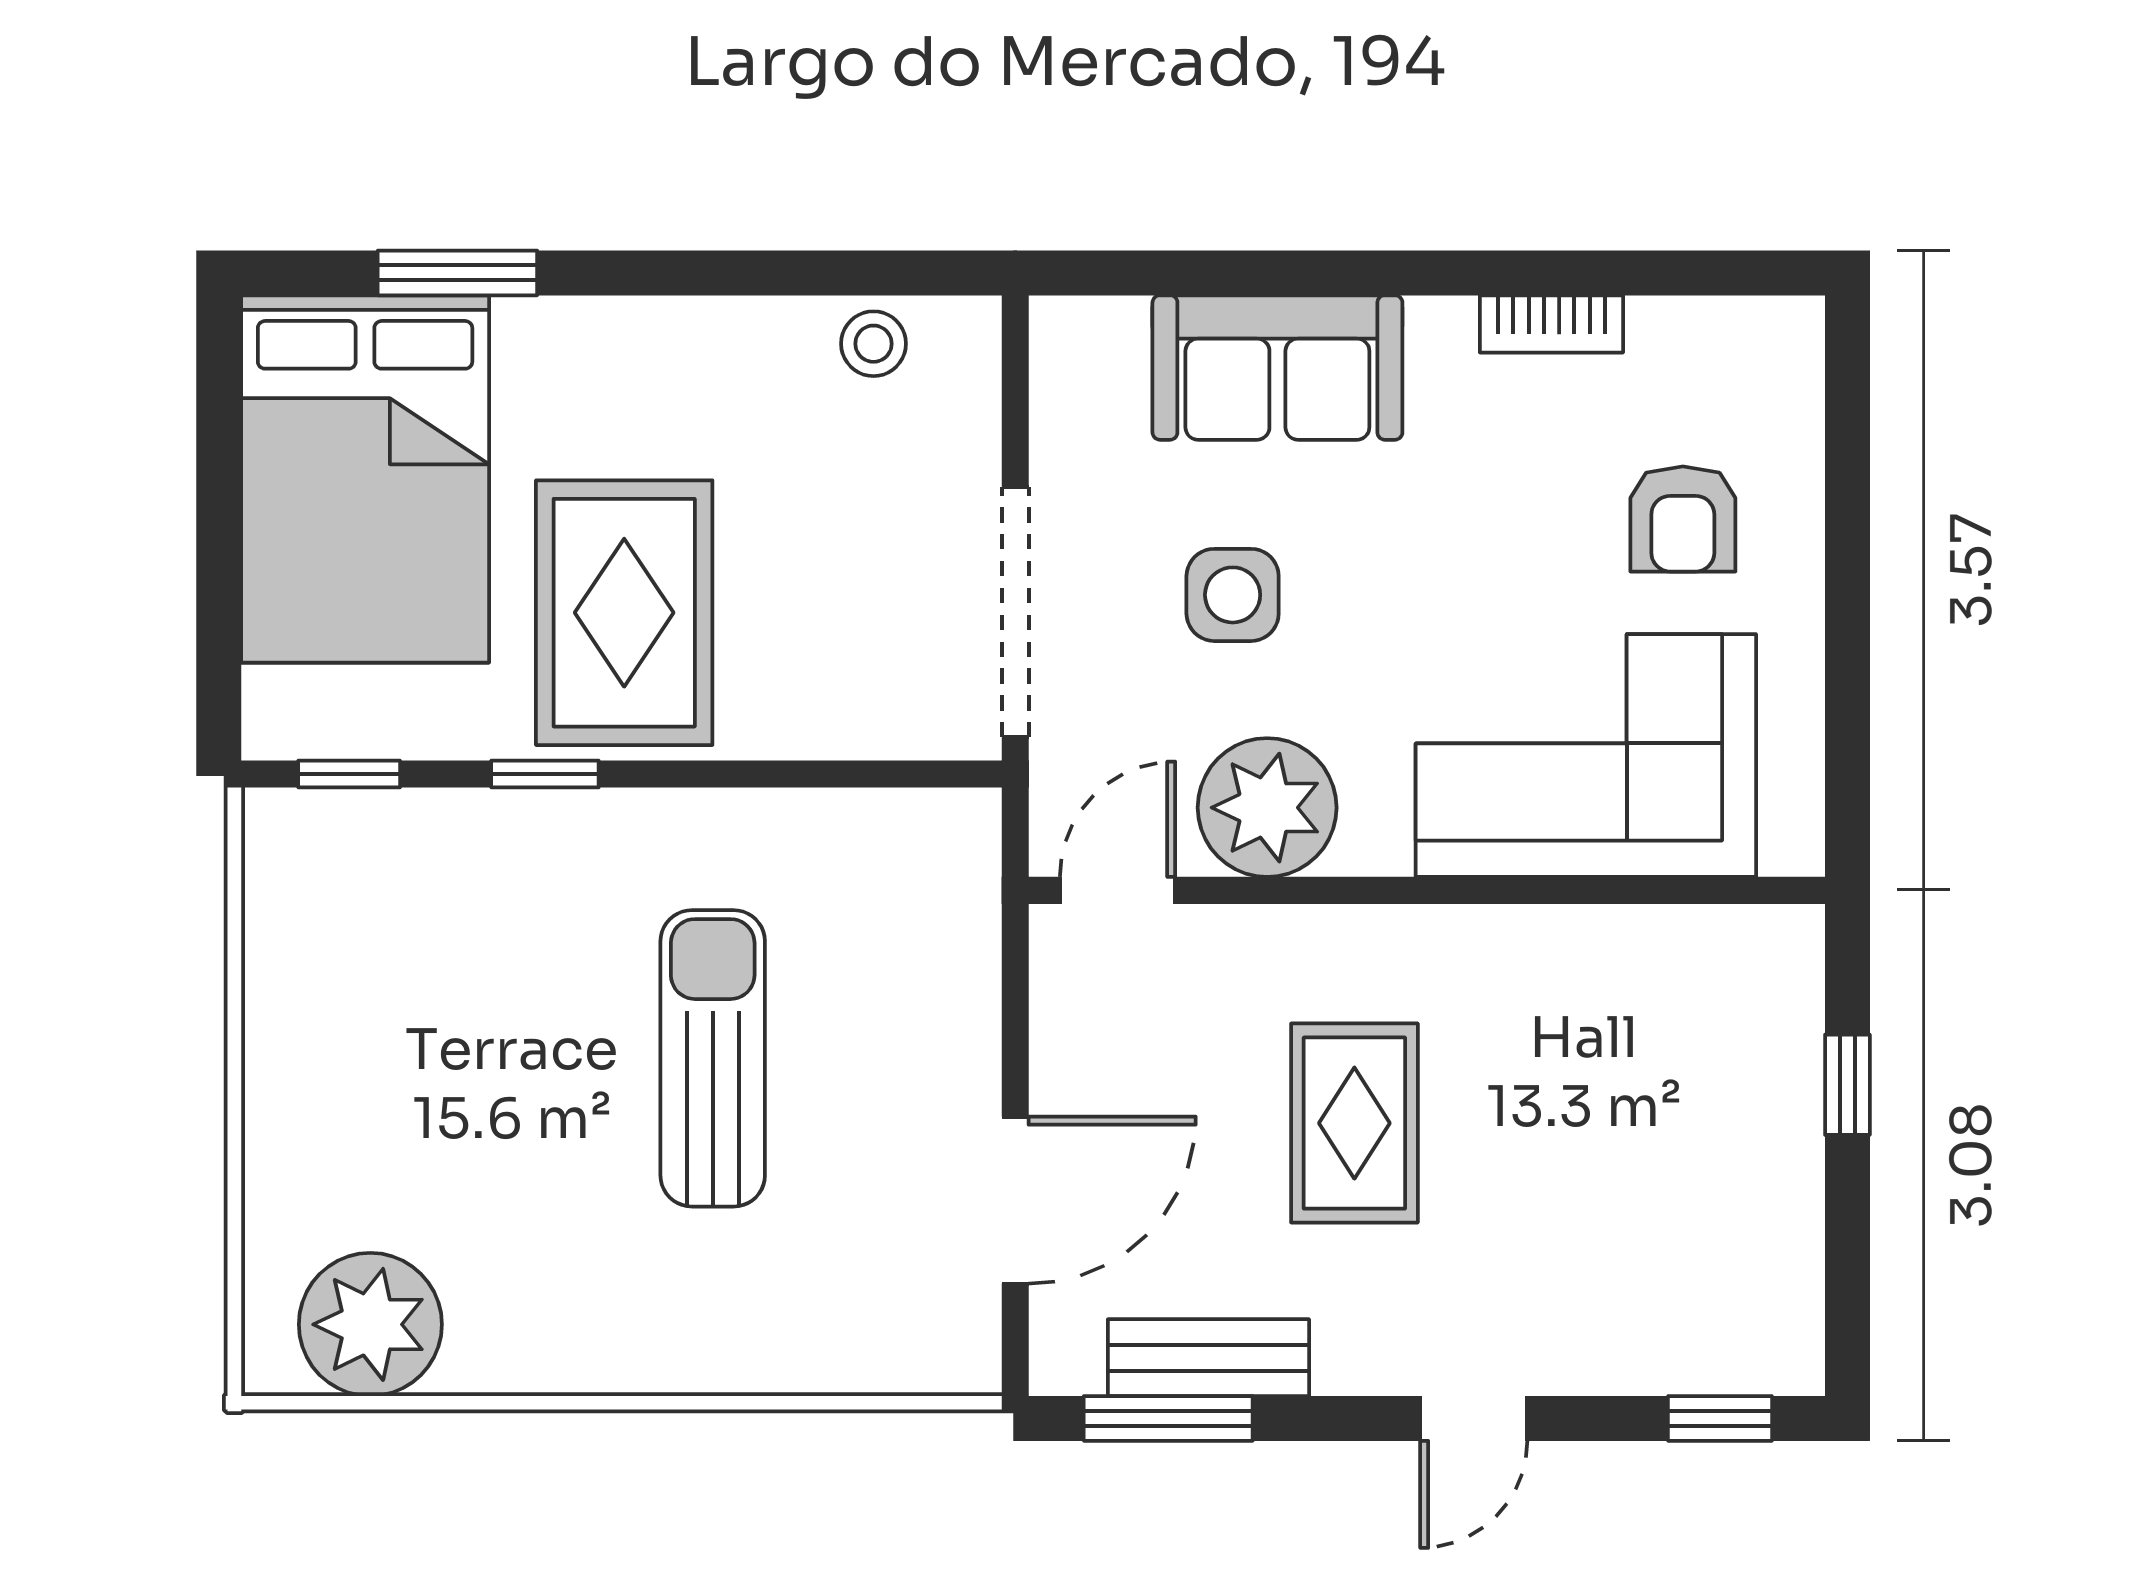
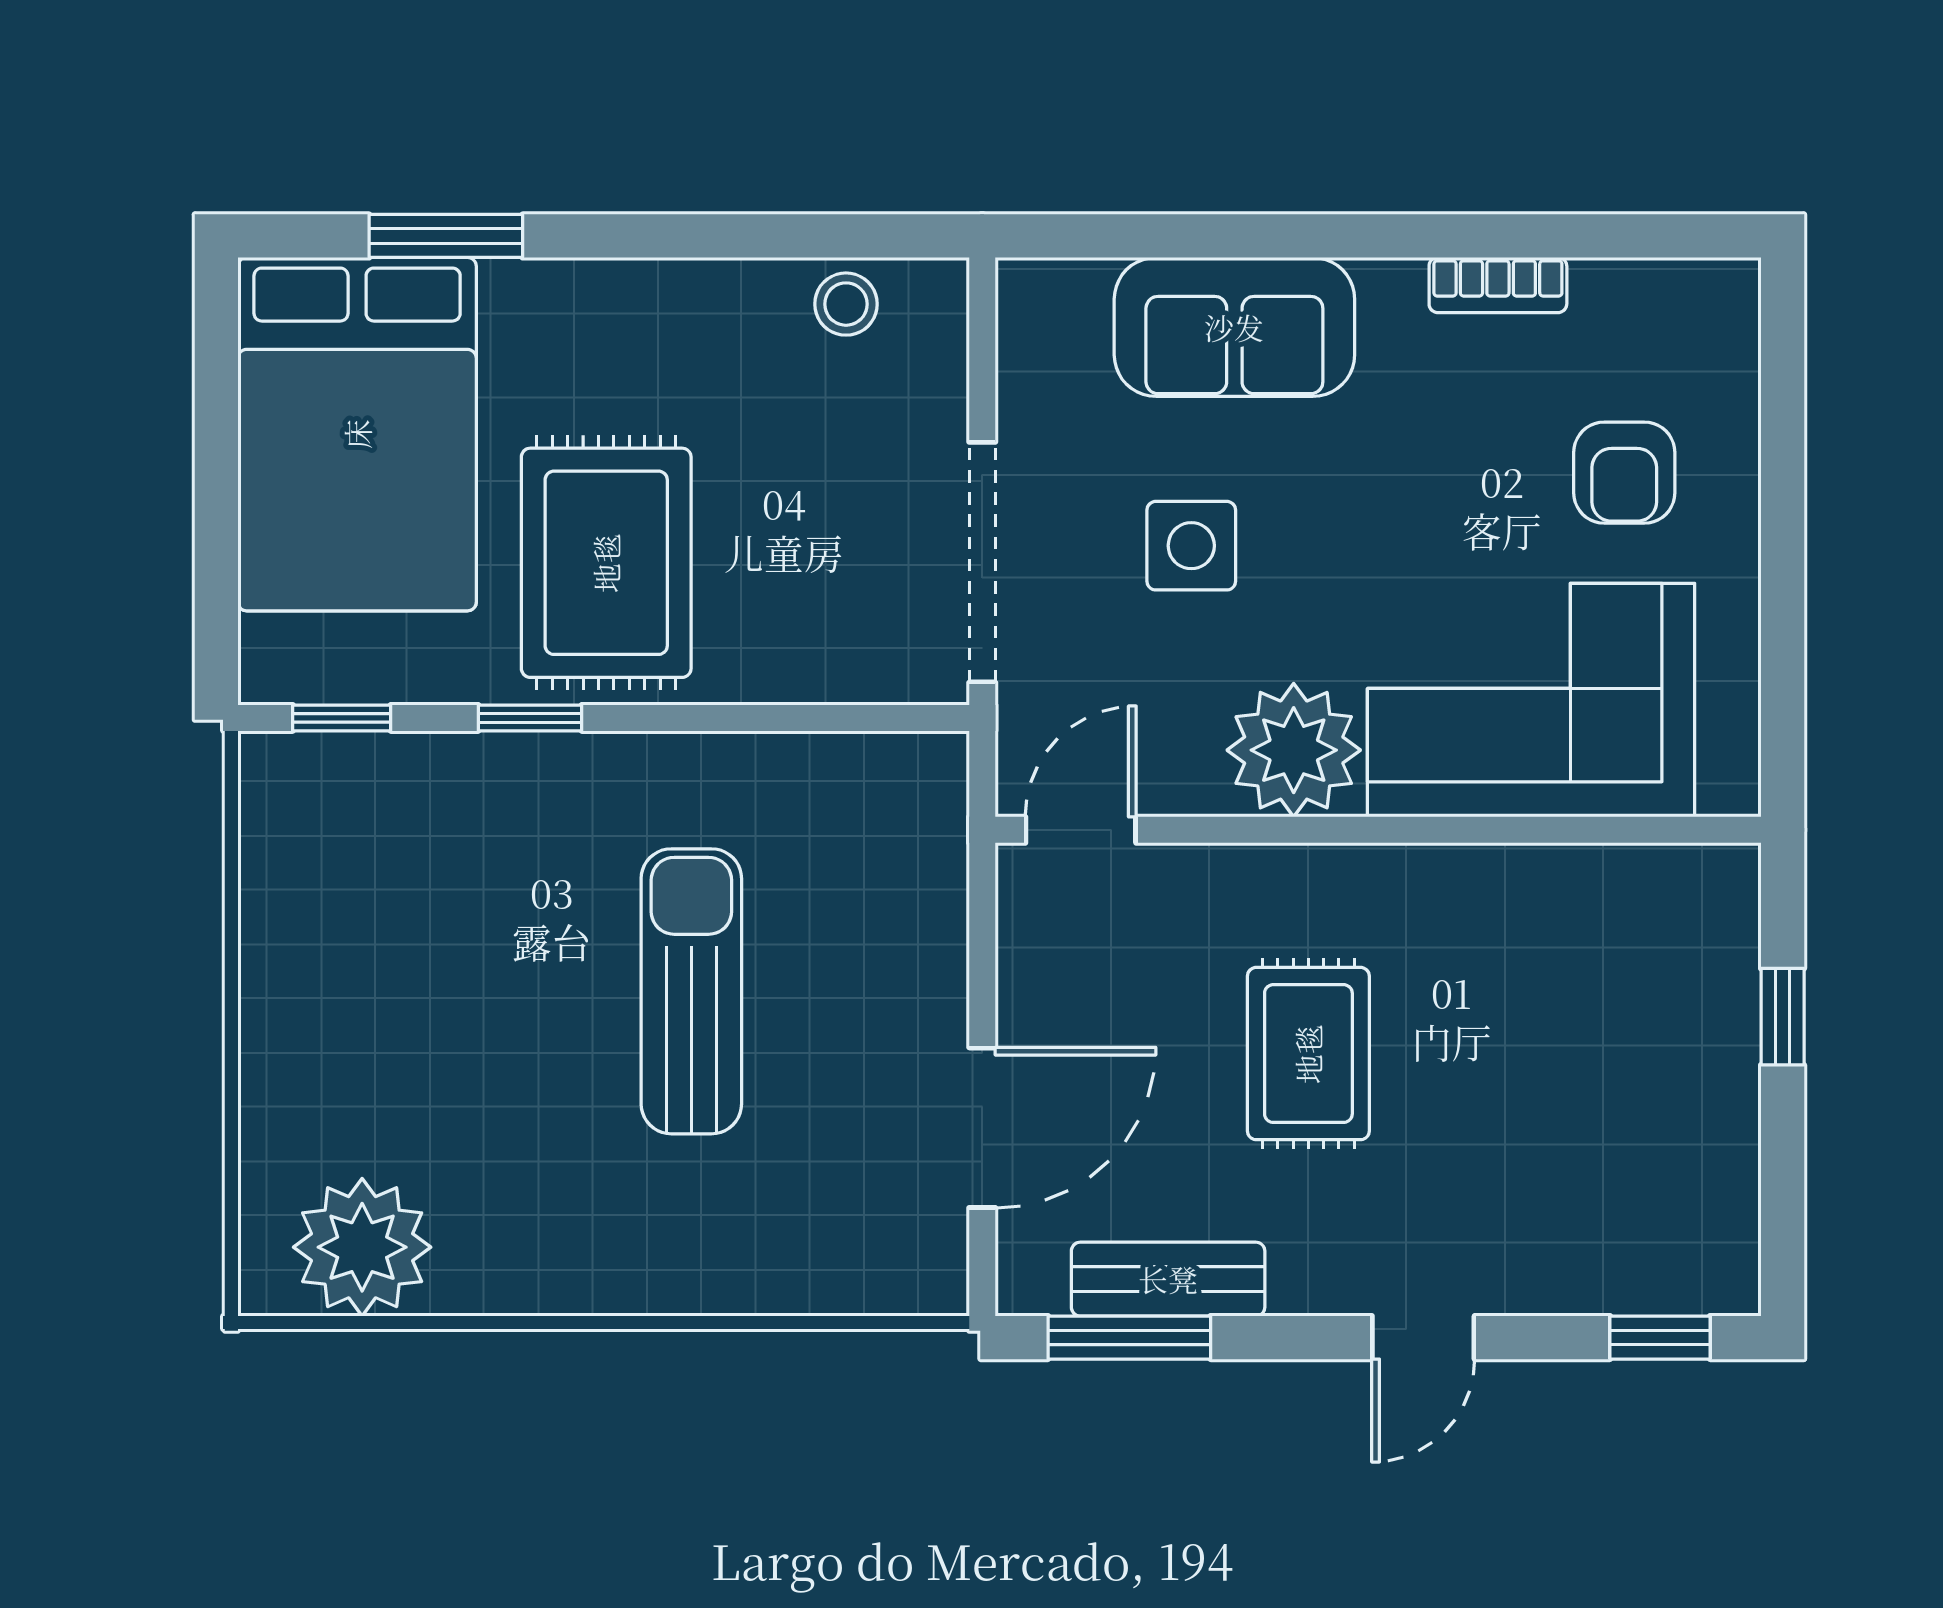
plant: (1267, 808) -> (1294, 750), moved

